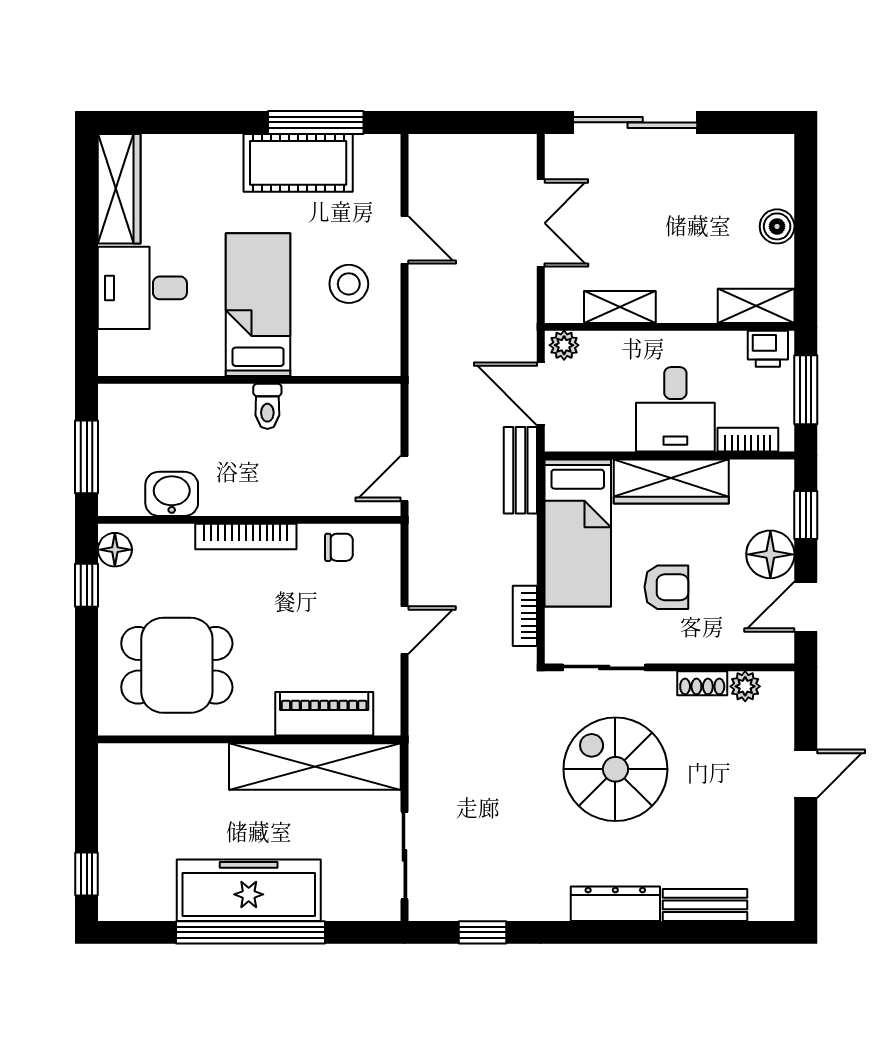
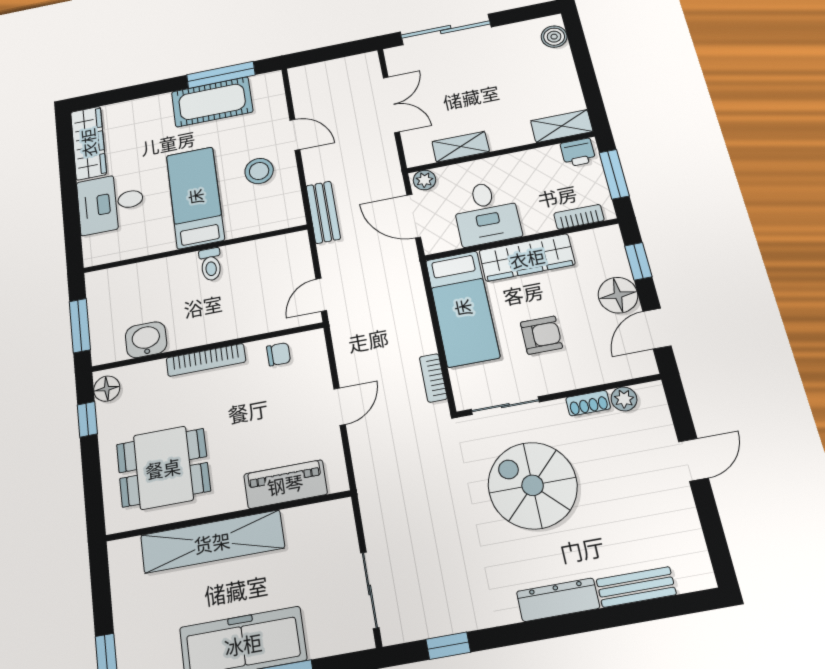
boiler: (777, 226) -> (554, 37), moved
desk: (675, 409) -> (486, 213), moved
bench: (520, 470) -> (323, 212), moved
shelving: (315, 767) -> (212, 542), moved

